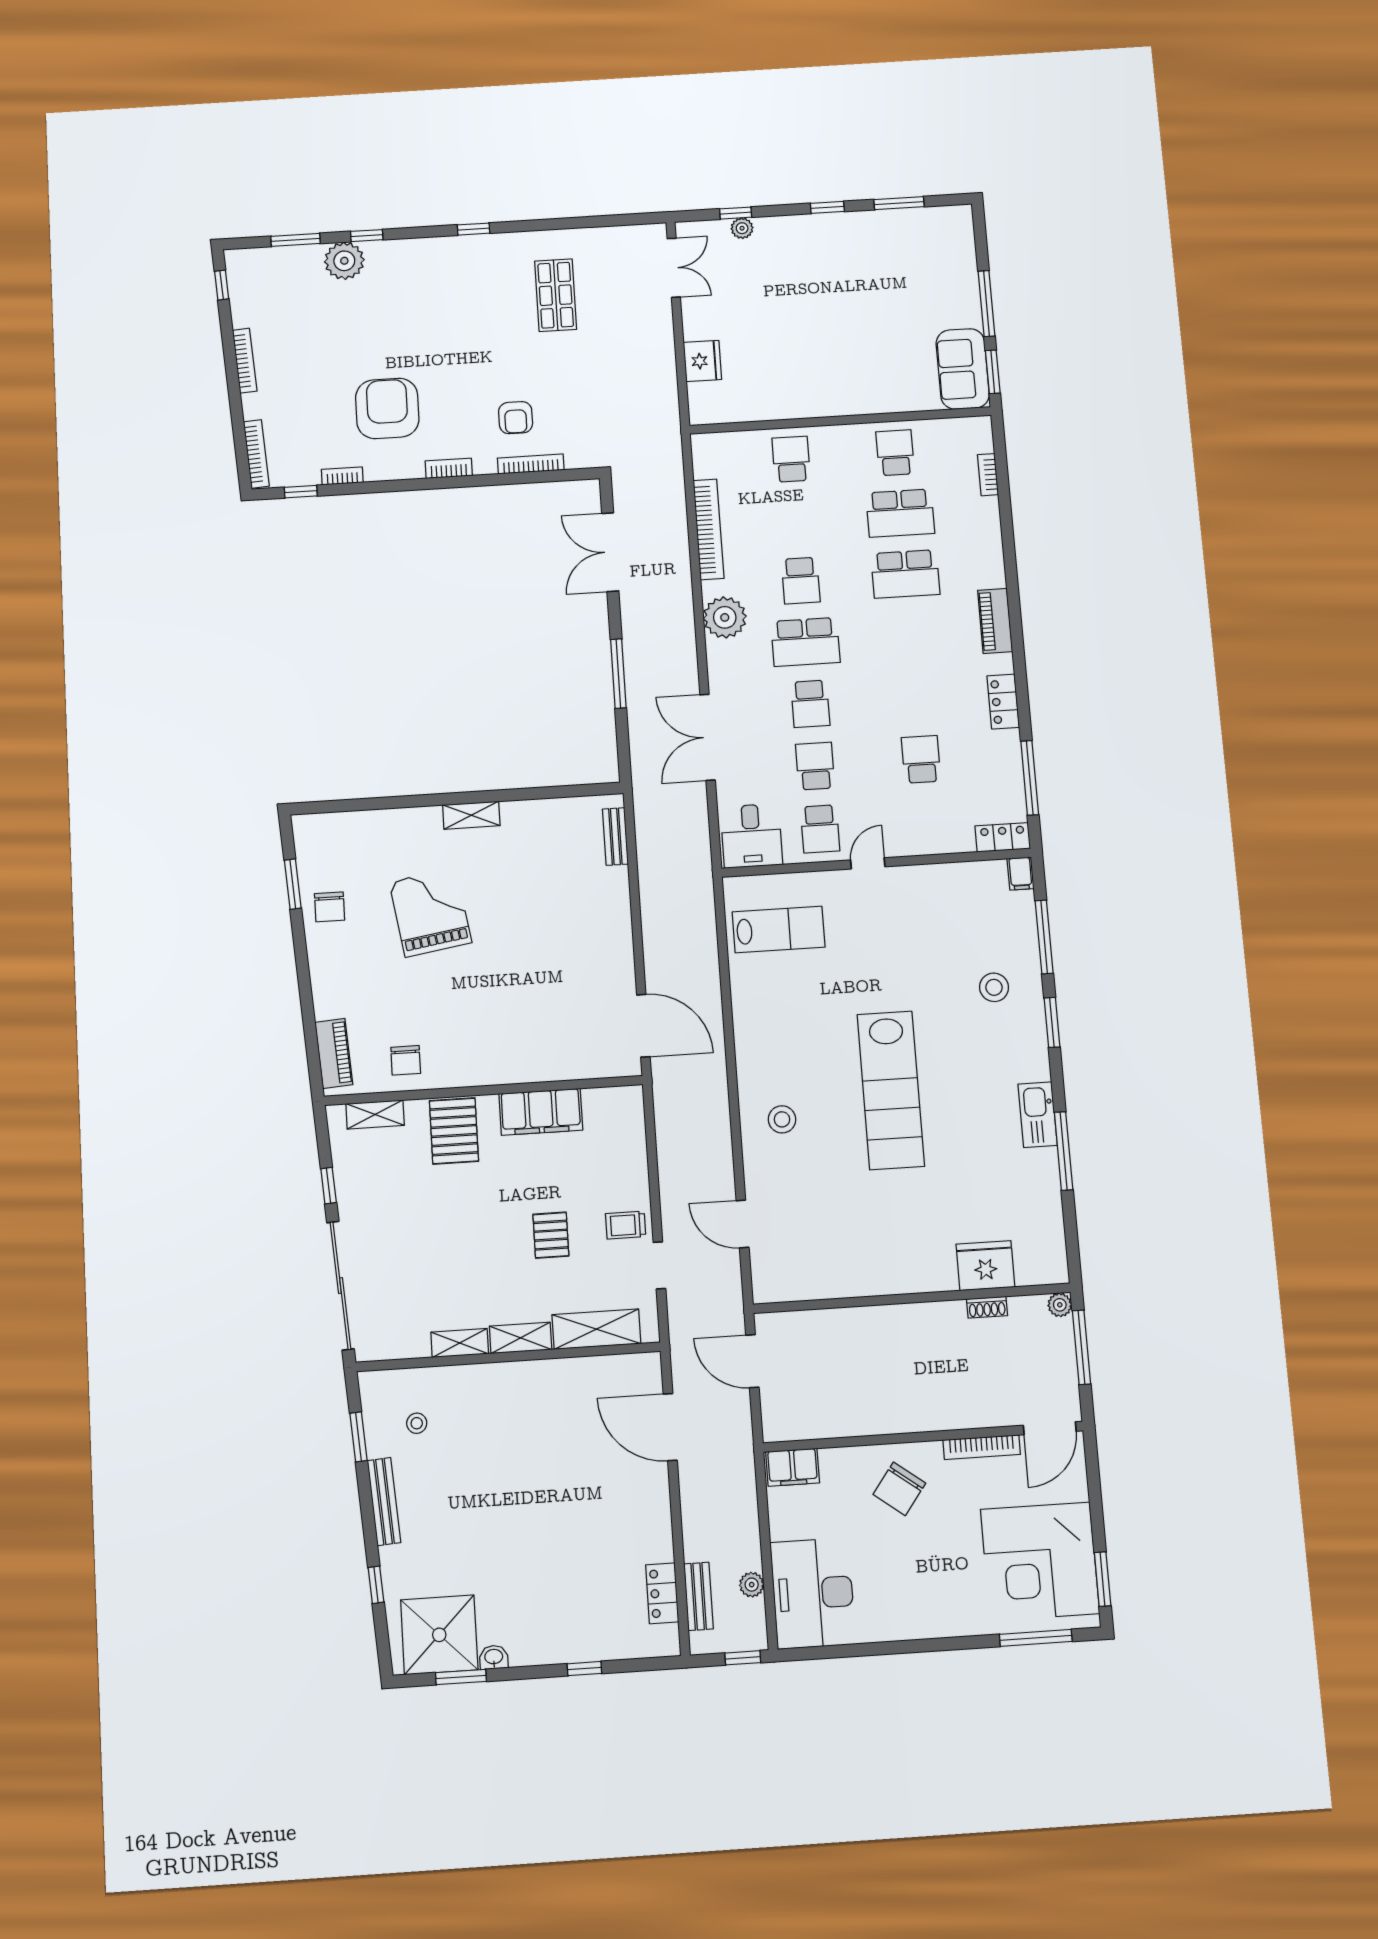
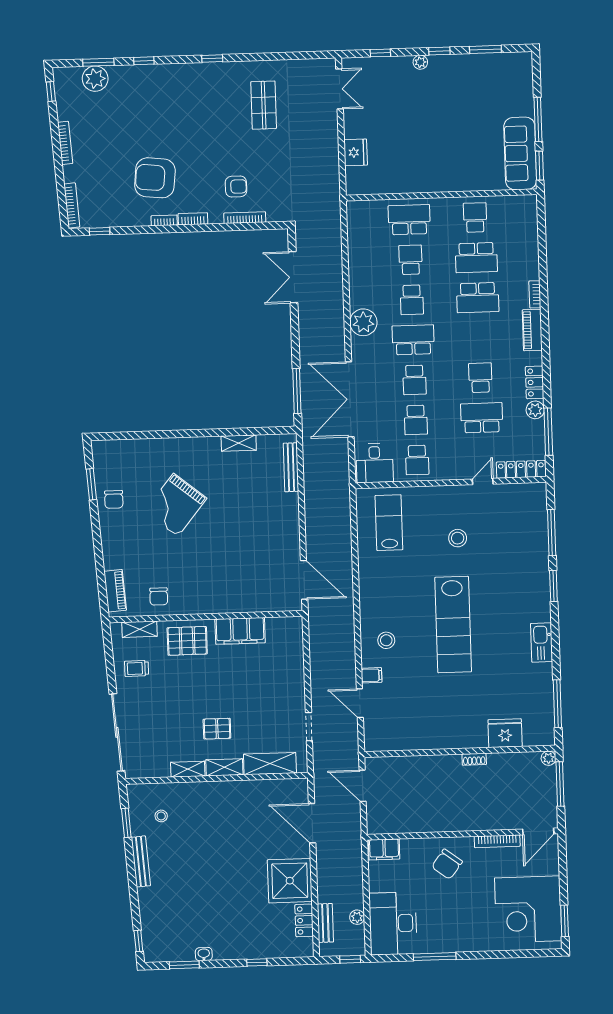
plant: (742, 228) -> (420, 62), moved
plant: (344, 261) -> (95, 79), moved
sofa: (963, 369) -> (520, 153), width x1.36
armchair: (387, 408) -> (155, 178), turned -84
armchair: (516, 418) -> (236, 187), turned -90
school desk: (791, 459) -> (409, 220), width x1.85
bookcase: (988, 475) -> (535, 294), moved
bookcase: (342, 476) -> (164, 220), moved
school desk: (796, 520) -> (411, 260), added
bookcase: (709, 529) -> (355, 264), removed
school desk: (805, 642) -> (413, 340), turned 180
window: (618, 674) -> (297, 391), moved
school desk: (916, 697) -> (480, 378), added
double door: (708, 737) -> (350, 399), width x1.36
plant: (1007, 744) -> (535, 410), added
school desk: (921, 759) -> (482, 418), width x1.85
school desk: (815, 766) -> (416, 420), turned 180
shelving: (471, 815) -> (239, 443), moved
bench: (615, 837) -> (291, 467), width x1.36
locker: (1003, 837) -> (521, 469), width x1.53
door: (868, 863) -> (483, 482), moved
filing cabinet: (1021, 874) -> (372, 675), moved, turned -90
grand piano: (430, 912) -> (176, 505), turned -132
lab bench: (779, 930) -> (389, 523), turned -90
stool: (994, 987) -> (458, 538), moved
pallet: (454, 1131) -> (187, 641), turned 90
window: (1064, 1151) -> (557, 704), moved
window: (329, 1186) -> (111, 672), removed
trolley: (626, 1225) -> (137, 668), moved
pallet: (551, 1235) -> (217, 729), moved, turned 90
shoe rack: (987, 1307) -> (474, 759), moved
window: (376, 1585) -> (138, 941), moved
shower: (439, 1635) -> (290, 881), moved
window: (1036, 1638) -> (435, 957), moved

